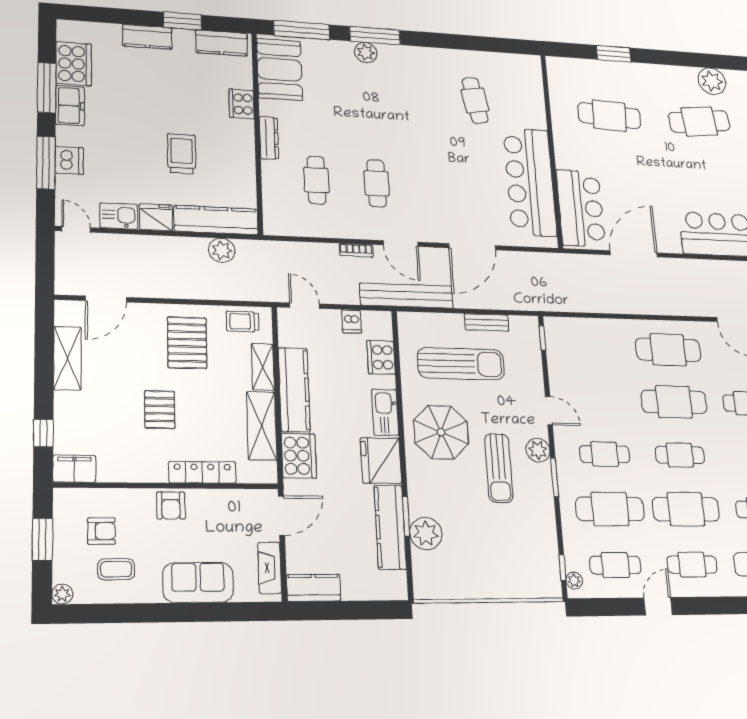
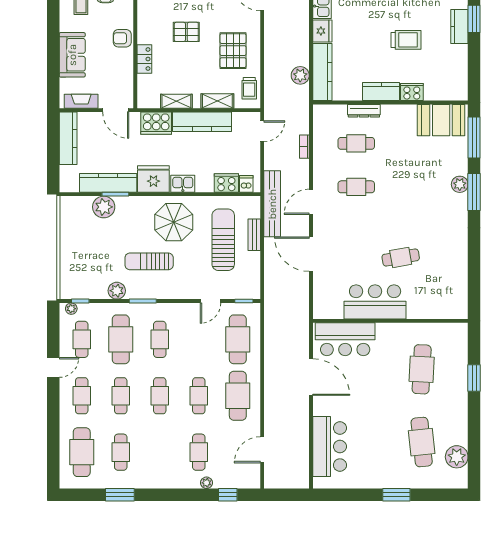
window: (182, 21) -> (474, 19), moved
kitchen counter: (222, 43) -> (381, 91), moved, turned 90
cafe table: (475, 100) -> (401, 257), moved
dresser: (269, 138) -> (364, 111), moved
trolley: (181, 154) -> (406, 40), moved
bar counter: (530, 182) -> (375, 302), width x0.73
bookcase: (356, 250) -> (304, 147), moved
dishwasher: (351, 321) -> (246, 184), moved, turned 90
trolley: (242, 322) -> (249, 88), turned 180
bench: (487, 322) -> (254, 235), moved
pallet: (187, 343) -> (233, 51), turned 90
cafe table: (594, 348) -> (238, 339), added
sun lounger: (461, 364) -> (223, 240), turned 180
cafe table: (674, 402) -> (199, 396), width x0.73, depth x0.74
door: (549, 411) -> (211, 301), moved
kitchen sink: (385, 412) -> (183, 184), width x0.73
shelving: (262, 426) -> (176, 101), width x0.67, depth x0.75
plant: (538, 450) -> (117, 291), moved
locker: (202, 472) -> (144, 59), width x0.66
cafe table: (686, 509) -> (121, 396), width x0.73, depth x0.74
kitchen counter: (314, 588) -> (68, 138), width x1.50
door: (658, 606) -> (53, 367), hinge flipped

